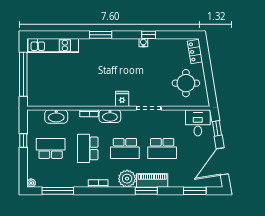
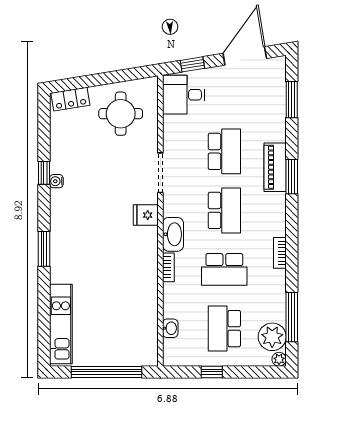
washbasin: (56, 116) -> (170, 328), width x0.52, depth x0.69
door: (222, 161) -> (245, 56), swing flipped
plant: (127, 179) -> (272, 337), moved

